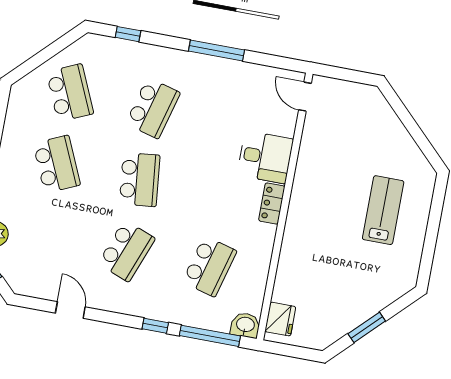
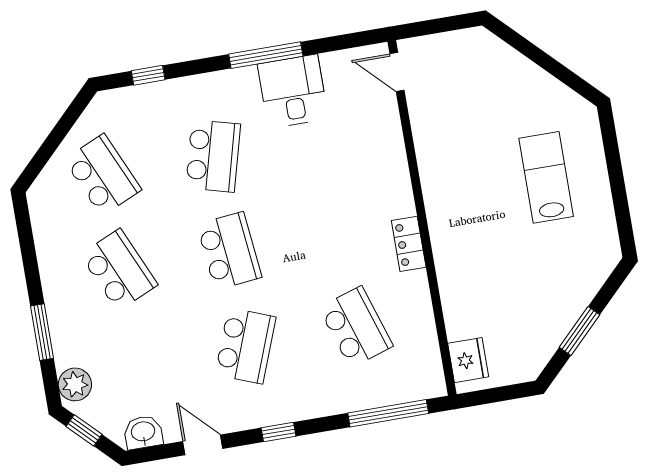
desk: (265, 157) -> (293, 91), moved, turned -90
locker: (272, 203) -> (409, 244), moved
school desk: (209, 266) -> (356, 327), turned -33
washbasin: (245, 325) -> (143, 432), moved
window: (155, 326) -> (278, 432), moved

